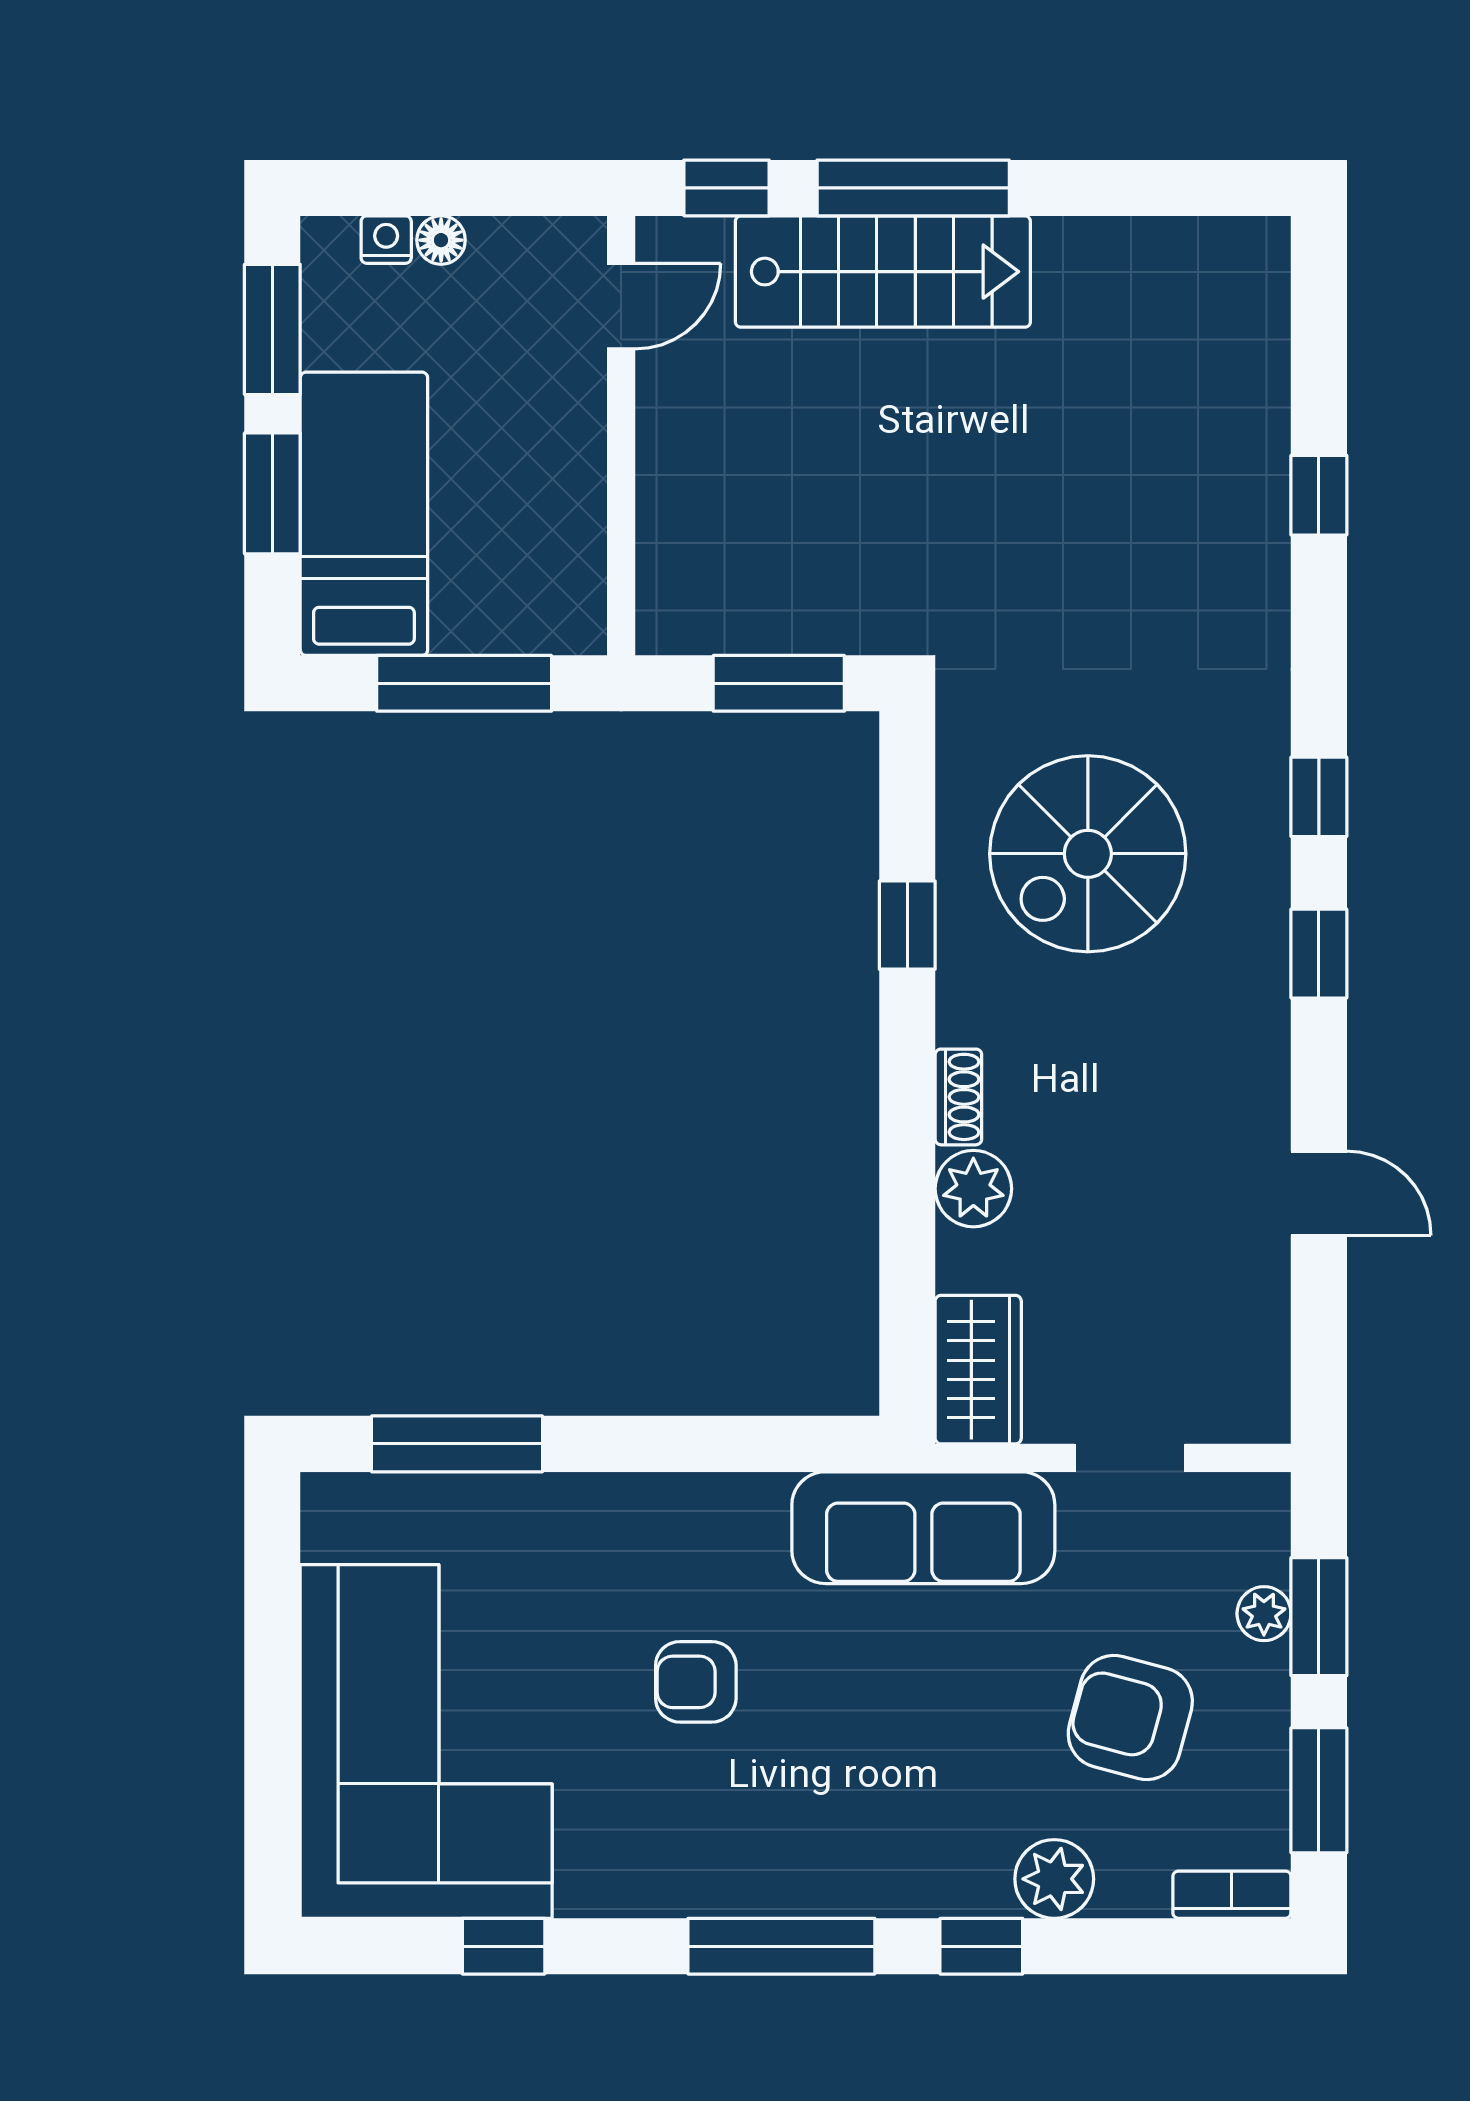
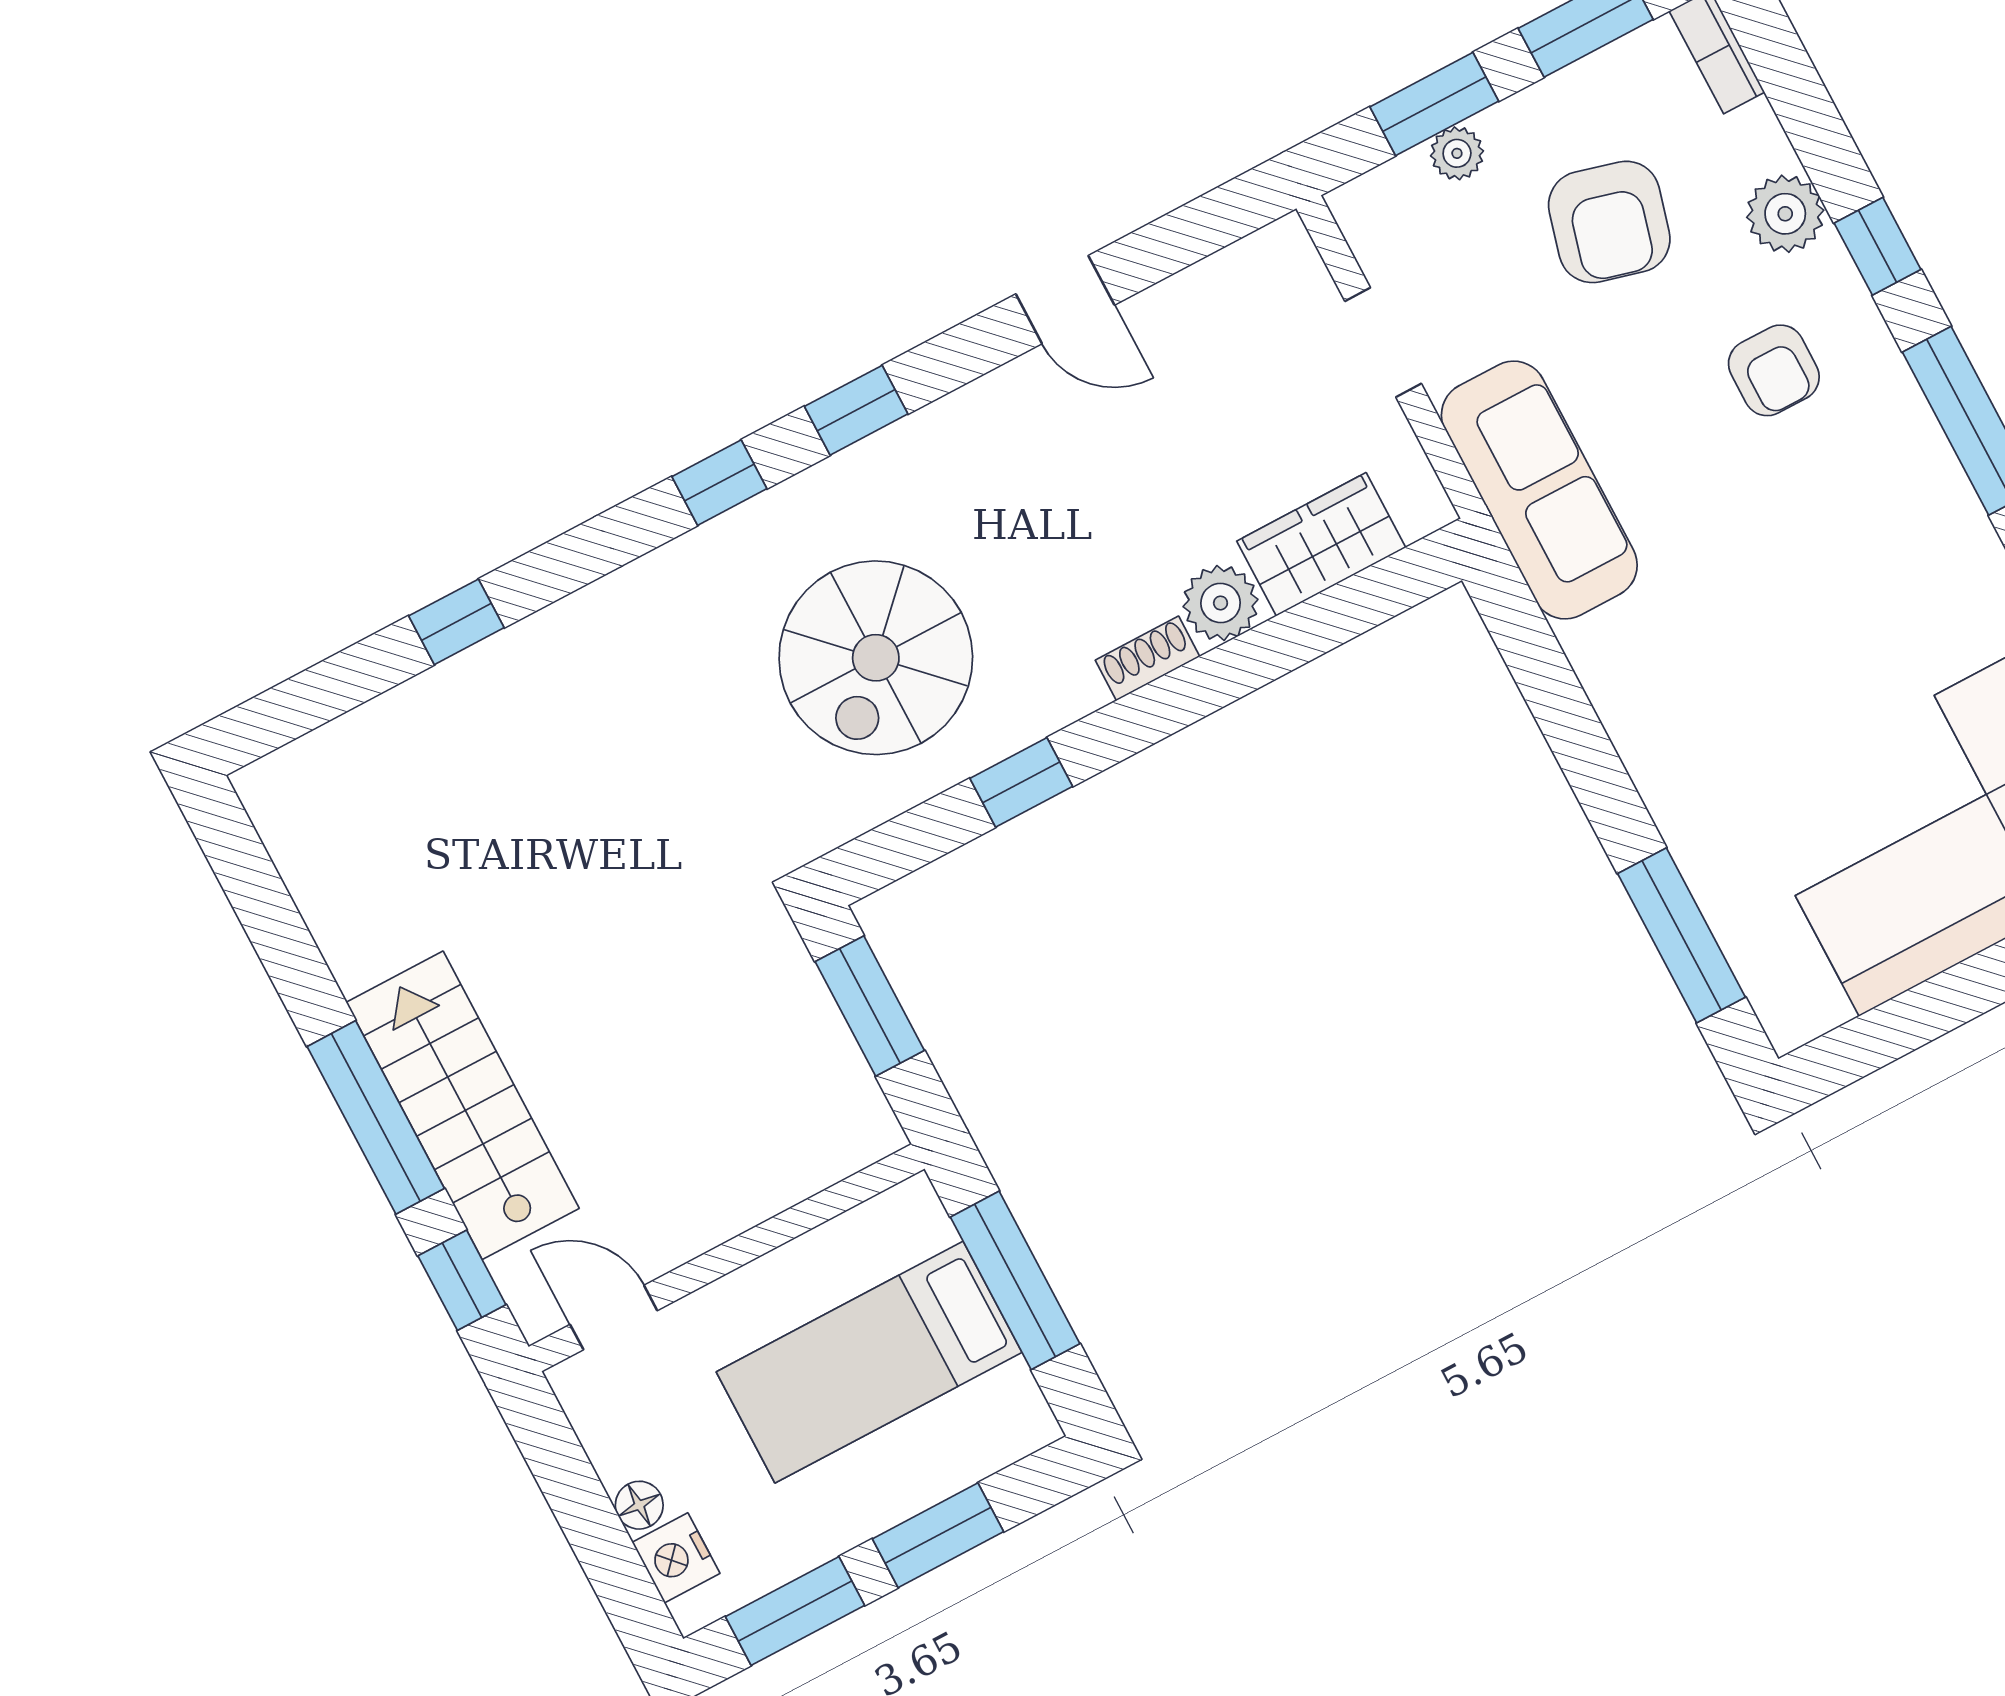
nightstand: (386, 240) -> (676, 1558), width x1.39, depth x1.35
bed: (364, 514) -> (869, 1362), moved
spiral stairs: (1088, 854) -> (876, 658), turned 90
door: (1319, 1193) -> (1065, 300), swing flipped
wardrobe: (978, 1370) -> (1321, 544), moved
armchair: (696, 1682) -> (1774, 370), moved

